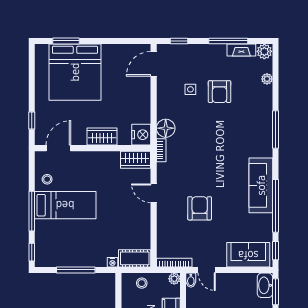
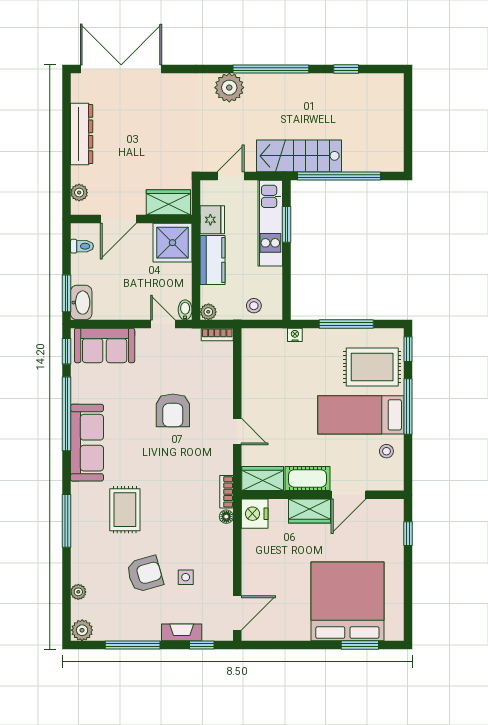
fireplace: (241, 50) -> (182, 632), moved
armchair: (219, 92) -> (145, 574), turned 74
floor lamp: (166, 128) -> (226, 517), width x0.53, depth x0.53
rug: (234, 137) -> (125, 510), added
door: (58, 148) -> (349, 495), moved
rug: (57, 239) -> (372, 367), added
cot: (135, 258) -> (308, 478), moved
bookcase: (174, 263) -> (217, 334), width x0.64

